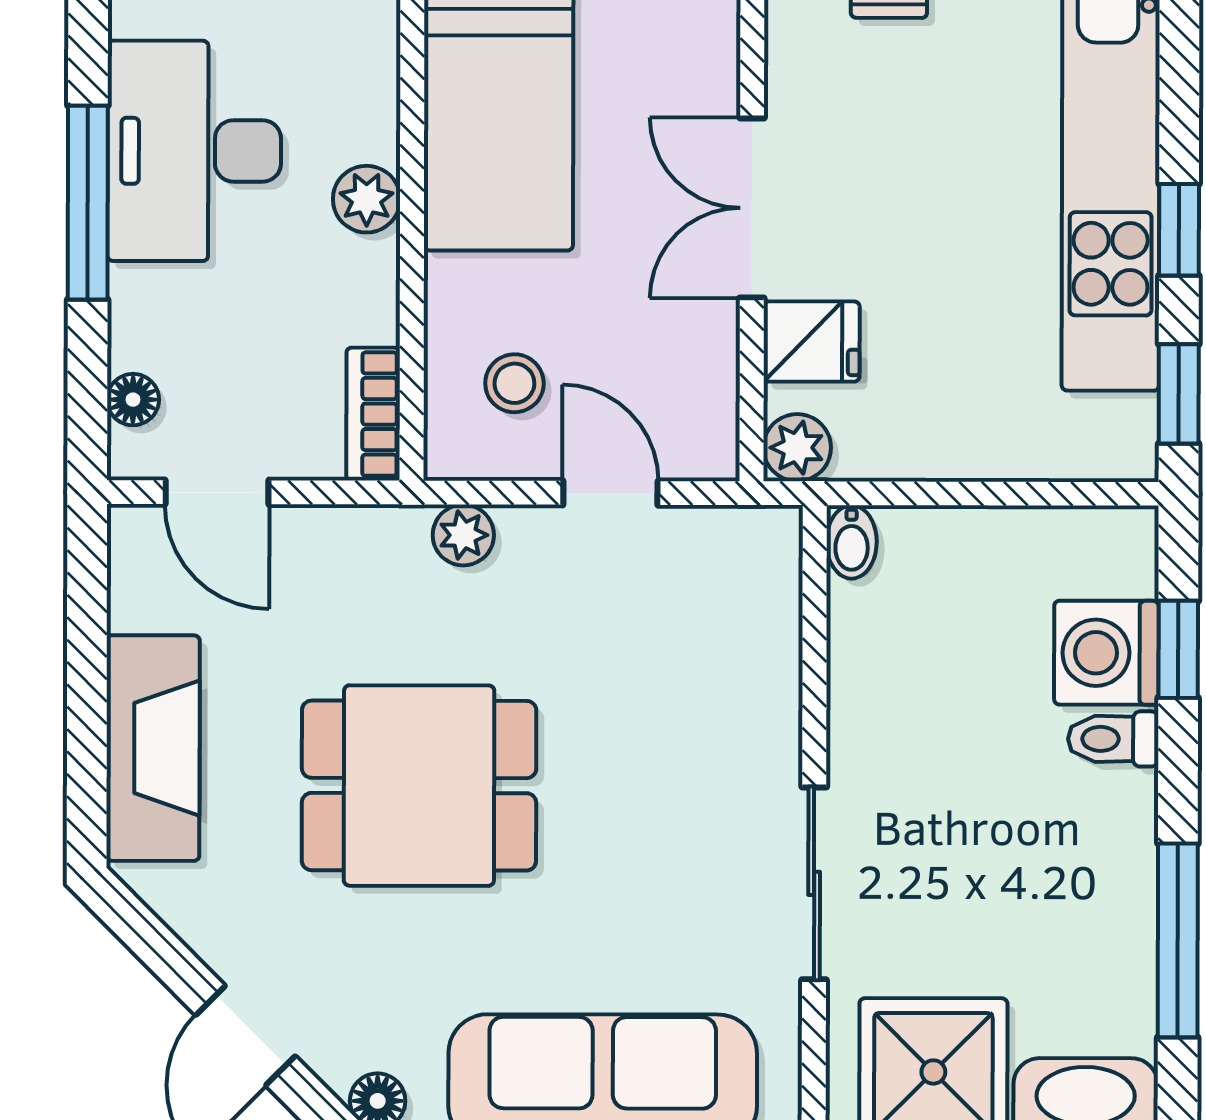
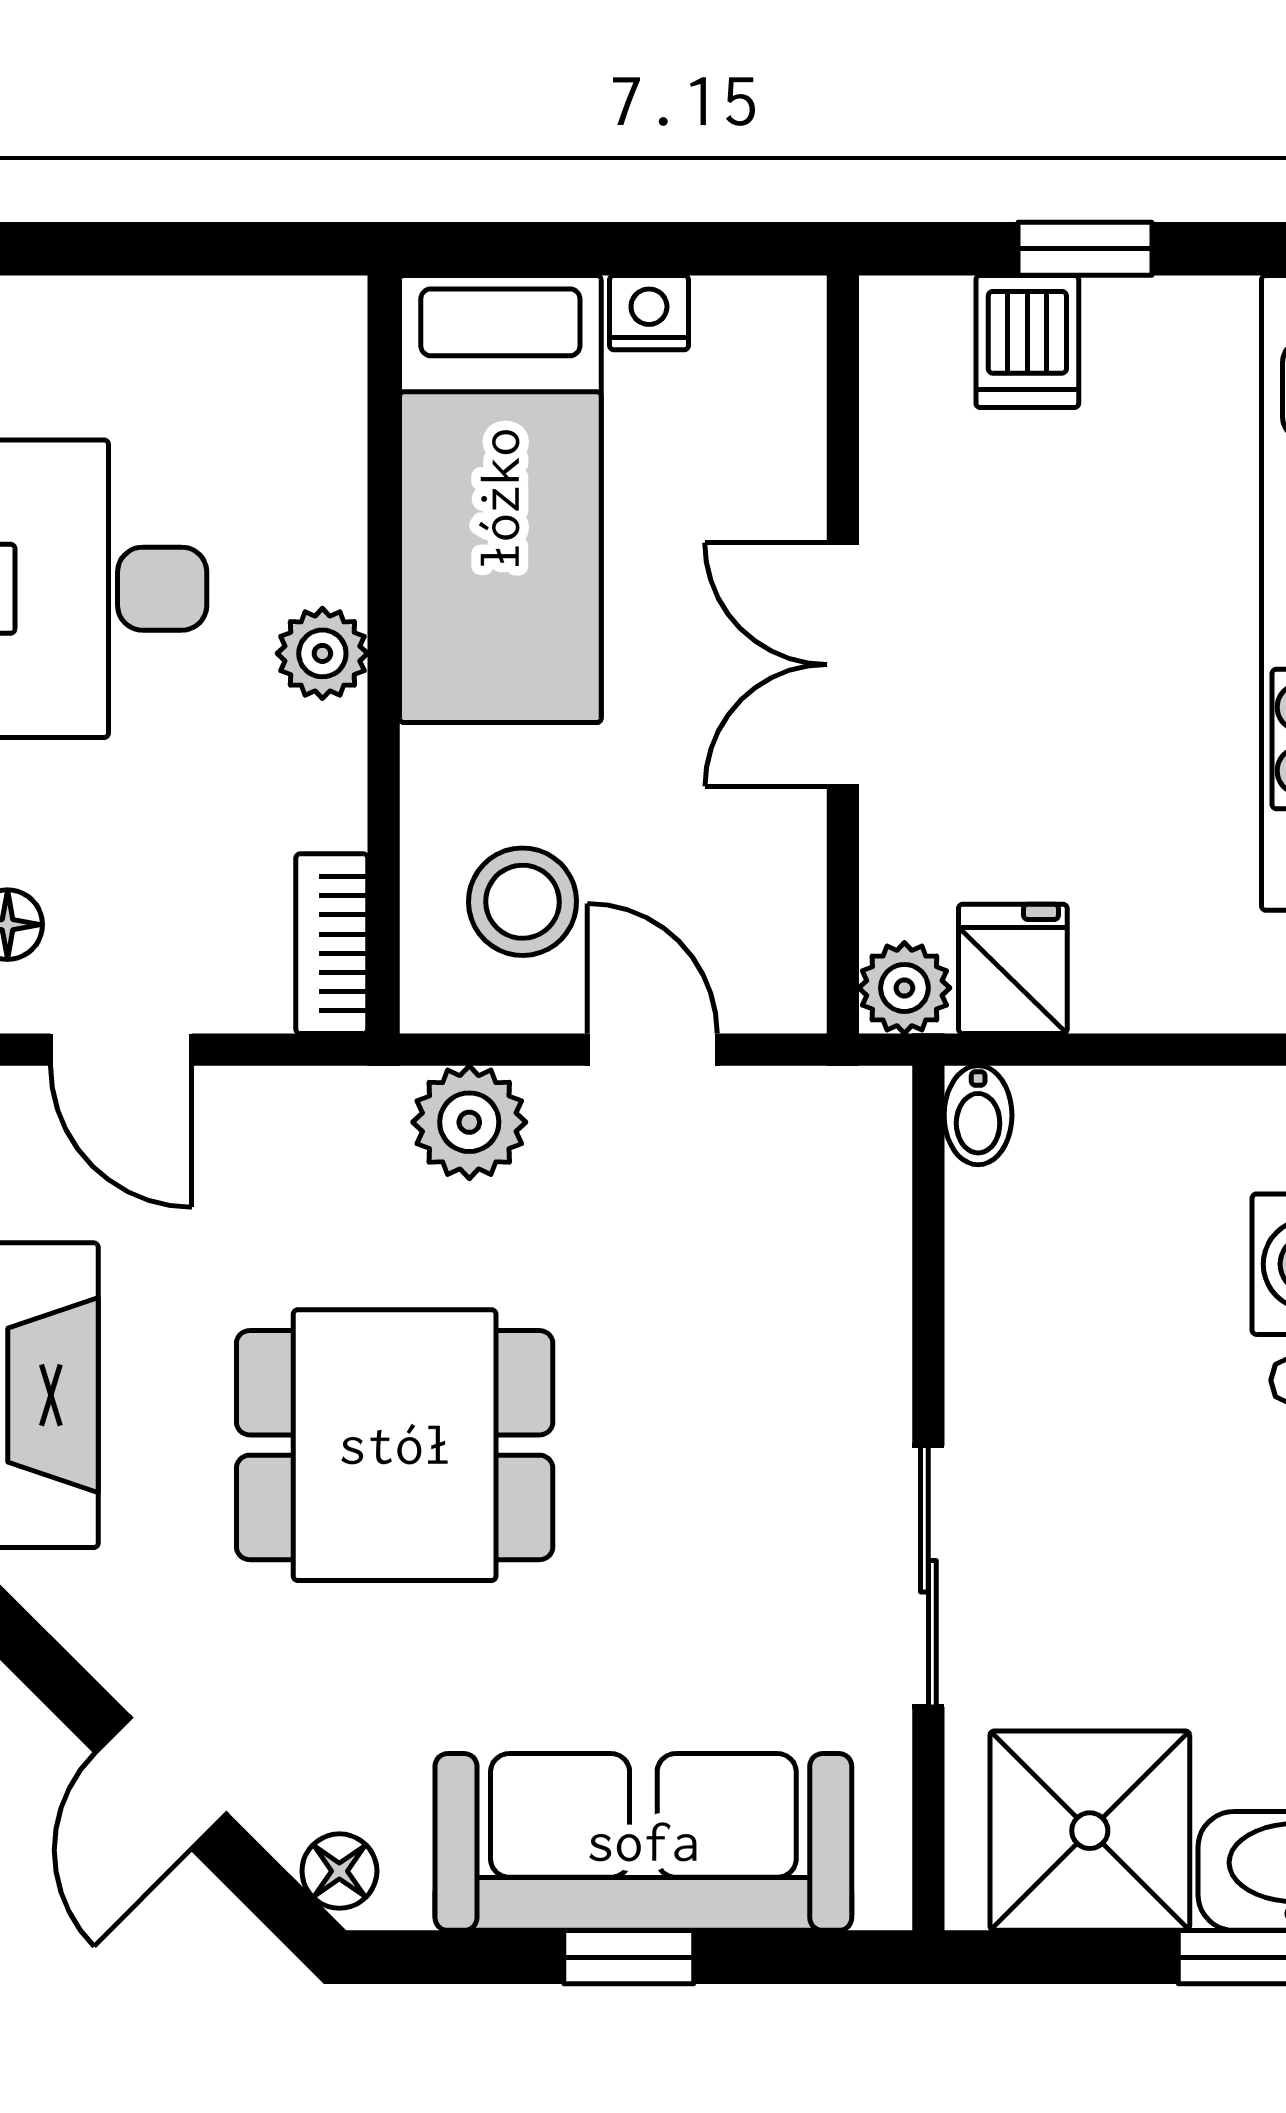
fridge: (812, 341) -> (1013, 969), moved, turned -90
stool: (514, 383) -> (523, 902), width x1.37, depth x1.37
plant: (463, 535) -> (469, 1122), width x1.38, depth x1.38

